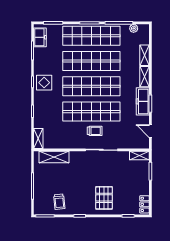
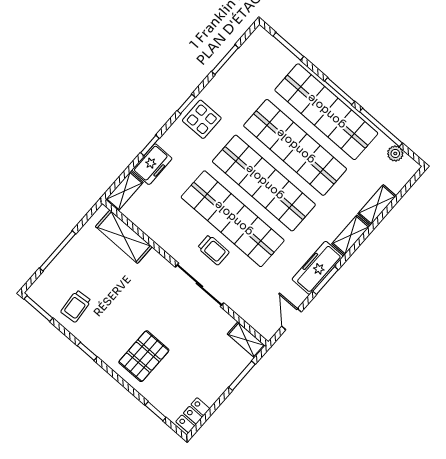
freezer: (40, 37) -> (152, 164), moved

